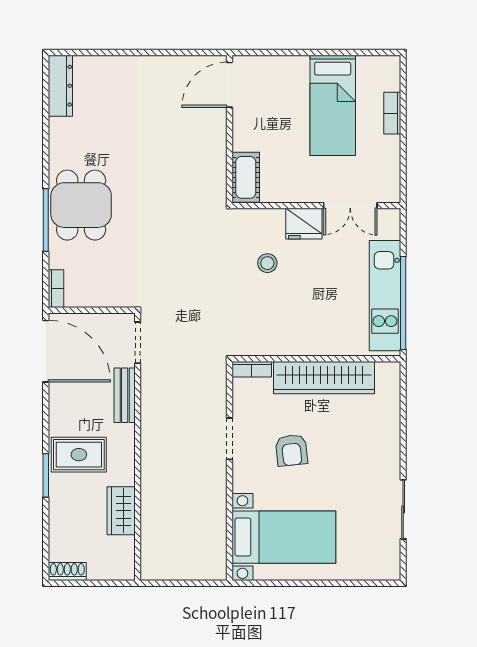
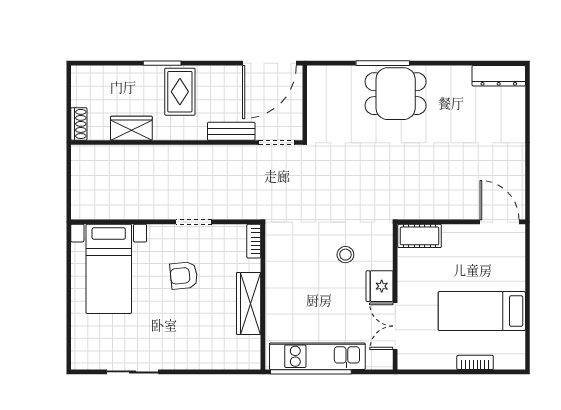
bookcase: (56, 289) -> (323, 72), removed
wardrobe: (324, 378) -> (249, 303), width x0.71, depth x0.85
shoe rack: (67, 572) -> (79, 124), moved

